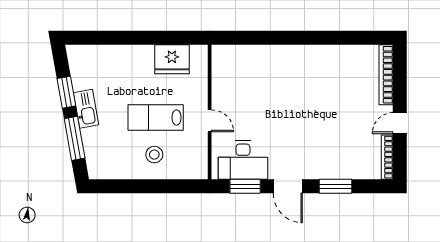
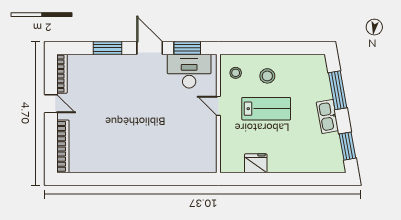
fridge: (172, 59) -> (256, 163), width x0.73, depth x0.75
window: (66, 92) -> (348, 146), moved
door: (400, 123) -> (51, 104), hinge flipped
stool: (190, 158) -> (236, 73), added

